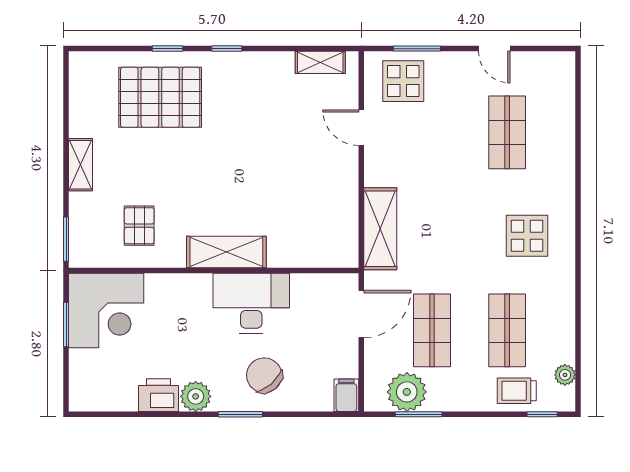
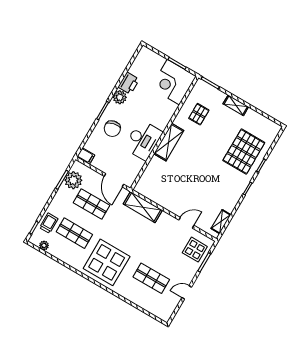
pallet: (139, 226) -> (199, 114), turned 90
display table: (527, 236) -> (107, 262), width x1.86, depth x1.86
chair: (264, 375) -> (112, 129), turned 118

